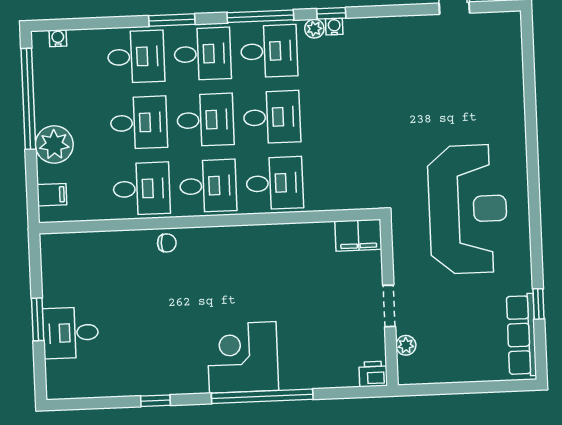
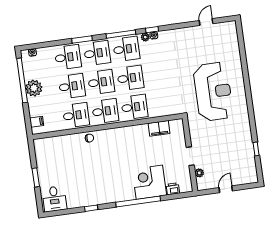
plant: (54, 144) -> (34, 88), moved
reception desk: (468, 209) -> (213, 92), moved
filing cabinet: (358, 235) -> (159, 128), moved
desk: (71, 333) -> (54, 199), moved, turned -90
row of seats: (521, 335) -> (250, 163), removed
corner desk: (243, 357) -> (149, 182), moved
printer: (373, 374) -> (173, 189), moved
door: (462, 388) -> (226, 189), added

